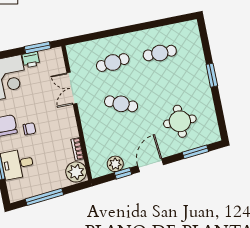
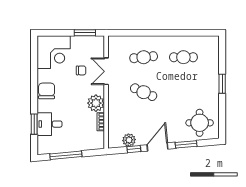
printer: (31, 60) -> (78, 41), removed
round table: (180, 121) -> (200, 123), moved
chair: (29, 129) -> (81, 70), moved
window: (195, 152) -> (186, 144), moved
plant: (76, 172) -> (96, 103), moved

